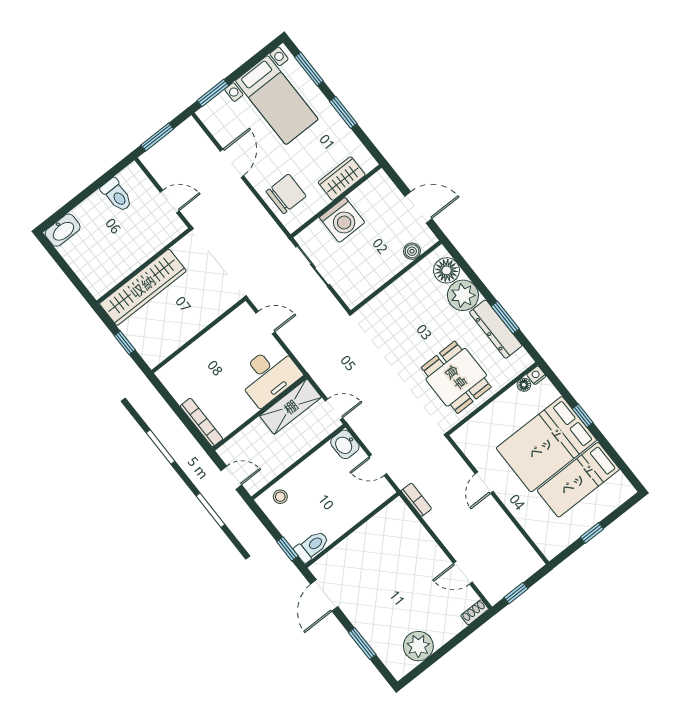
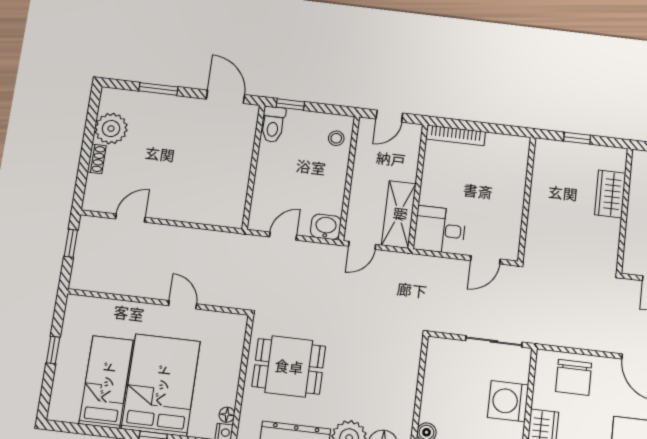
wardrobe: (143, 287) -> (610, 194), width x0.48, depth x0.85
desk: (269, 375) -> (440, 230), width x0.73
bookcase: (416, 500) -> (225, 239), removed
shoe rack: (475, 612) -> (97, 159), moved

